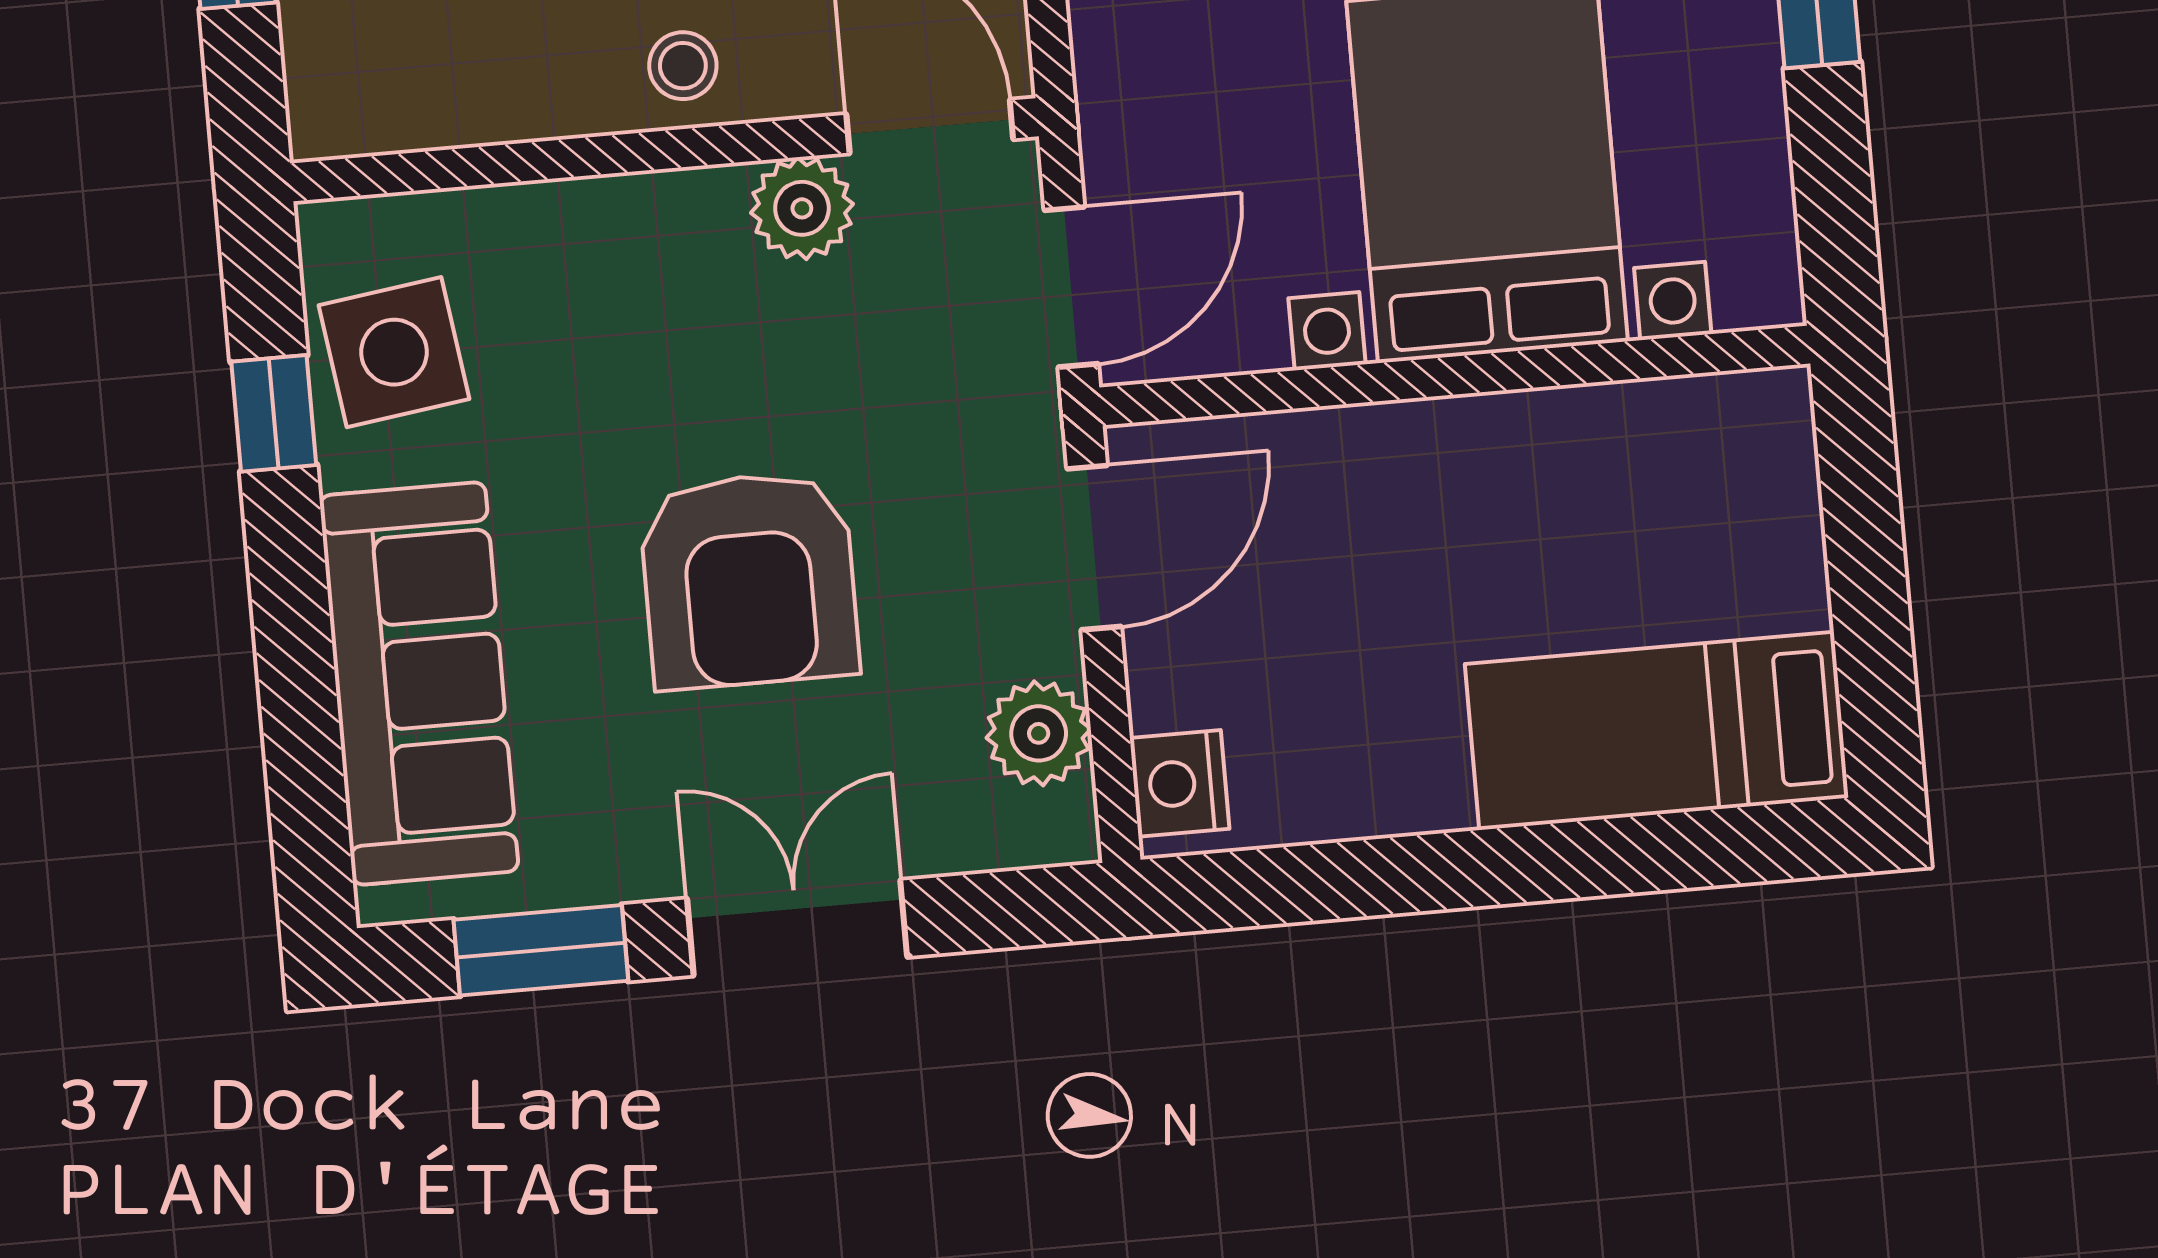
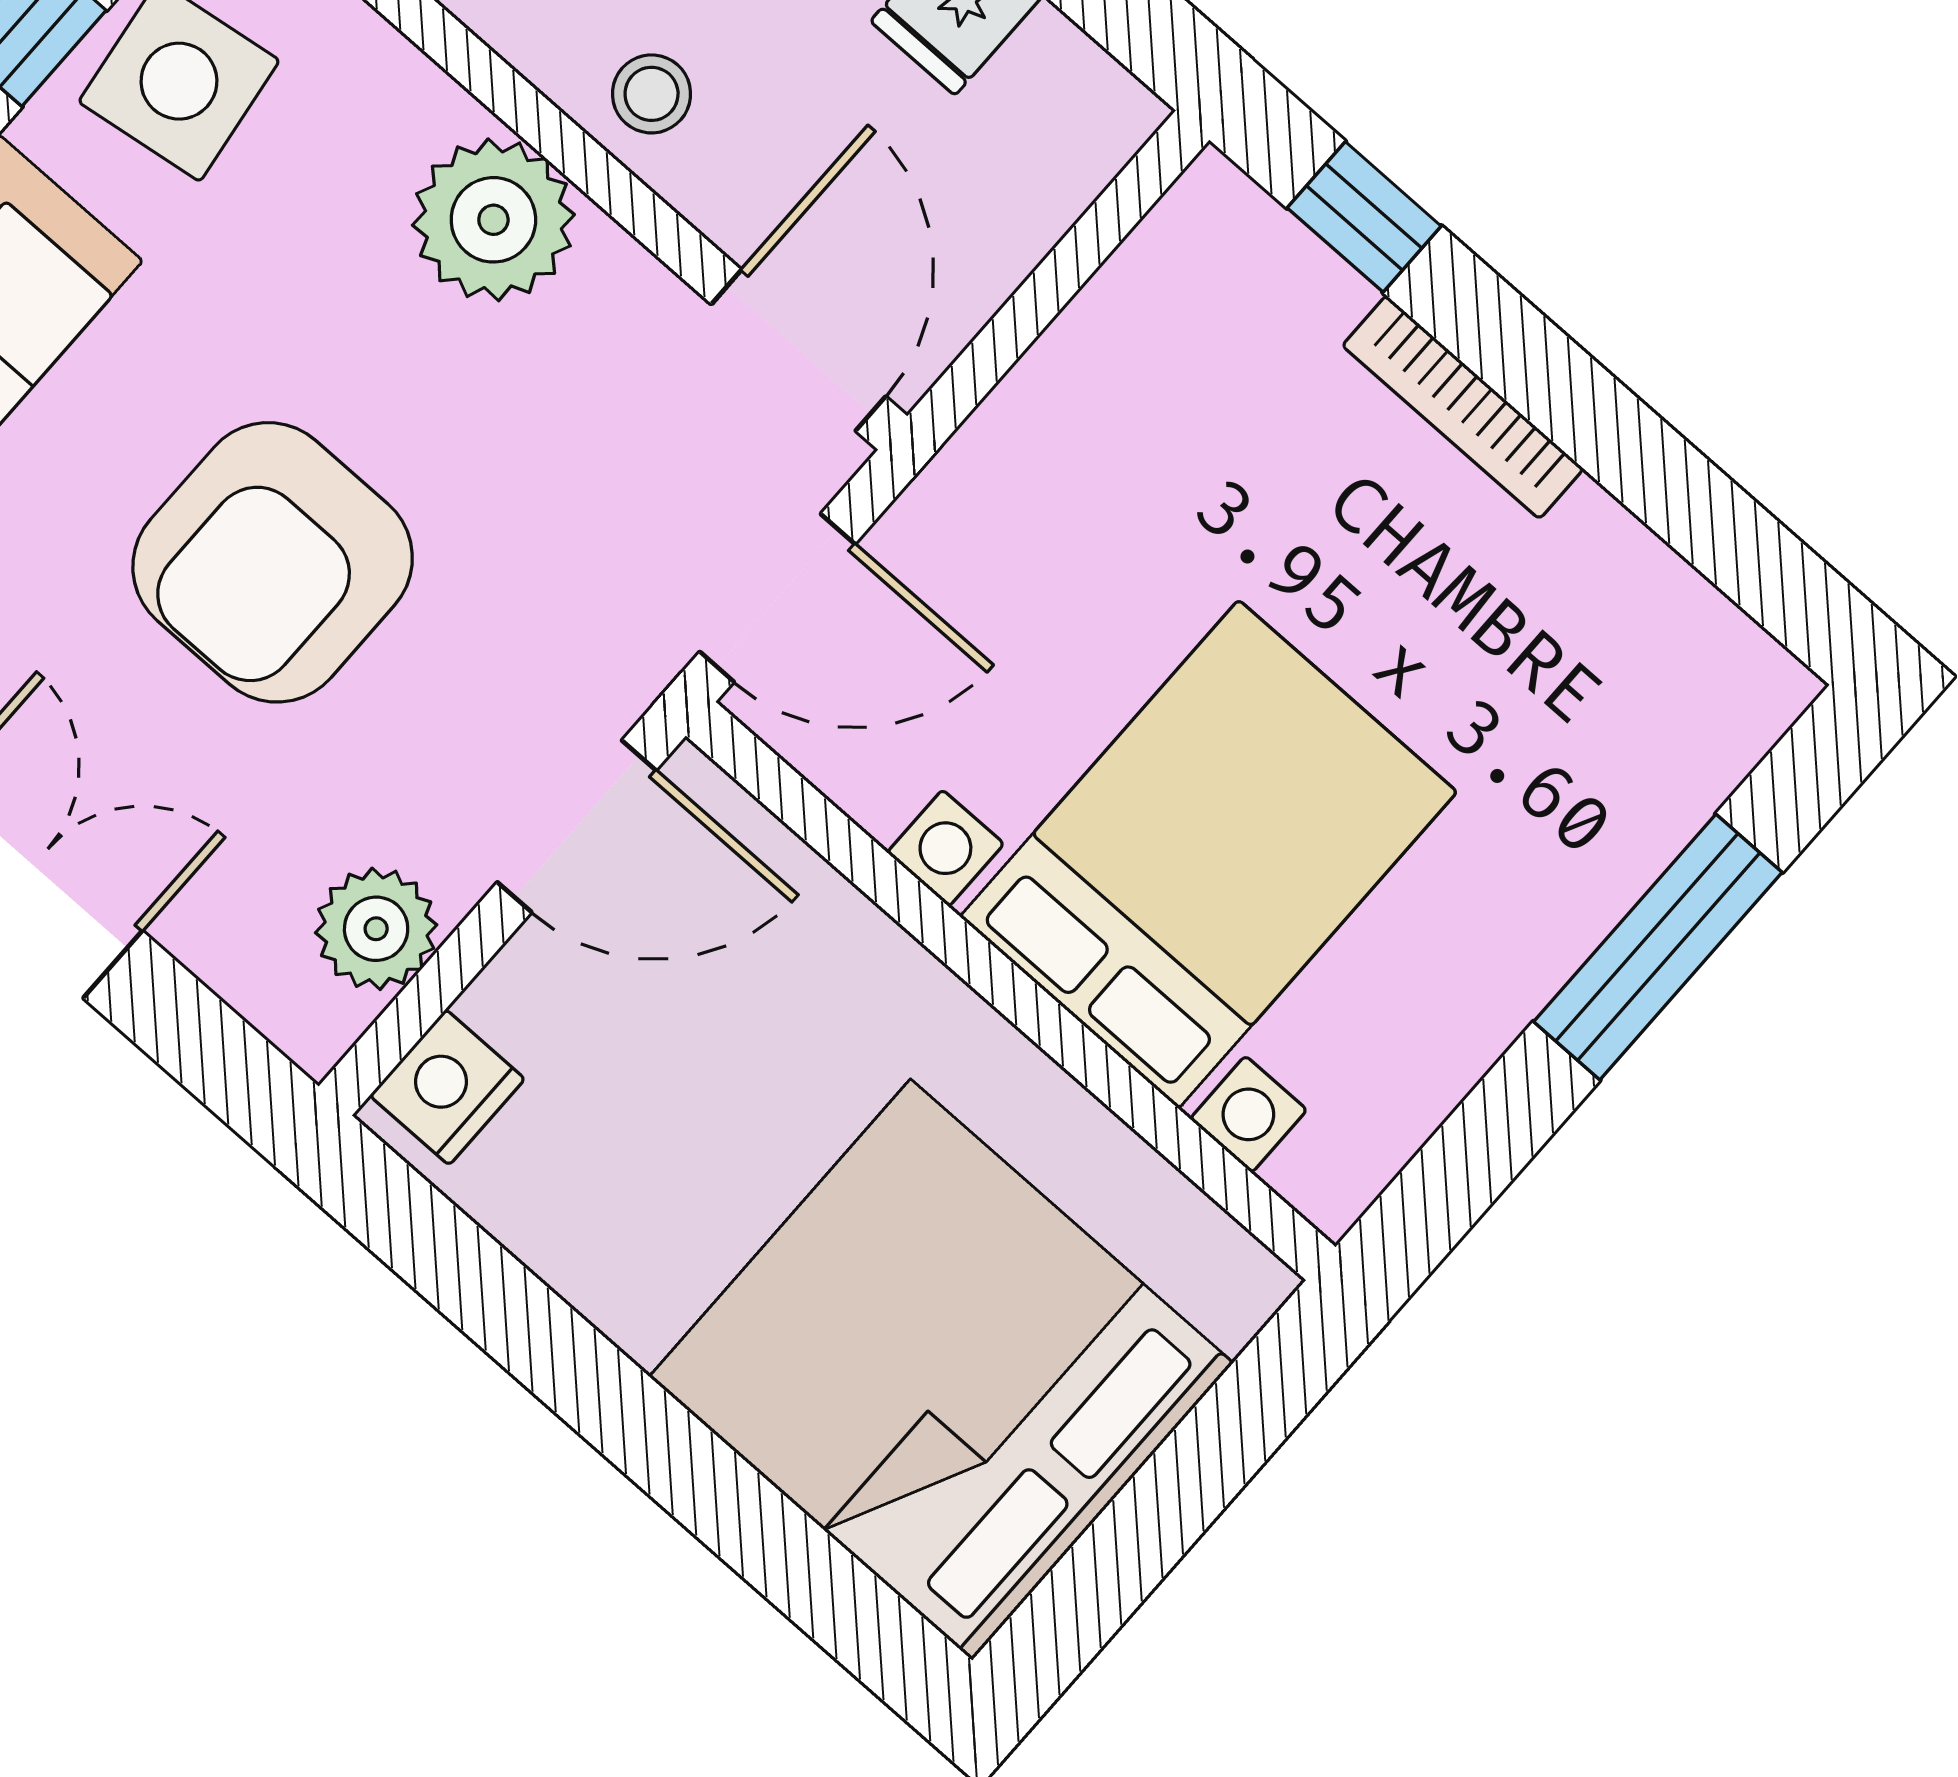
plant: (802, 208) -> (493, 220), moved, width x1.36, depth x1.36
bed: (1657, 731) -> (941, 1370), width x2.04

